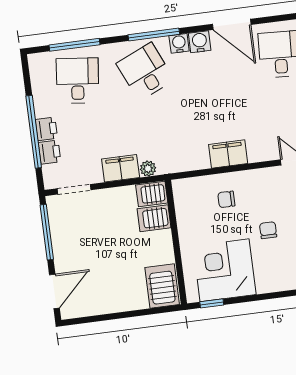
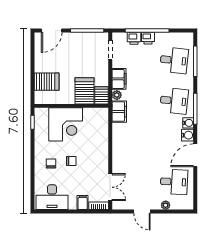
desk: (145, 72) -> (174, 101), turned 30
filing cabinet: (228, 154) -> (119, 112), moved
chair: (226, 199) -> (51, 163), moved
server rack: (154, 218) -> (84, 91), width x1.36, depth x1.44
corner desk: (224, 270) -> (66, 124), moved, turned 90
server rack: (162, 286) -> (47, 82), moved
door: (54, 291) -> (52, 31), hinge flipped

